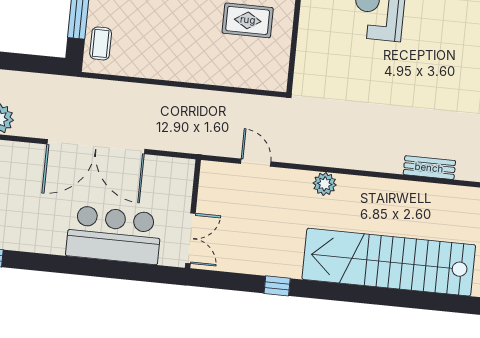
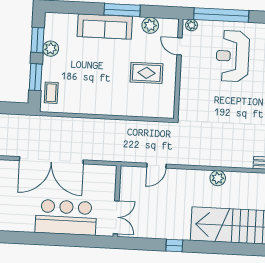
door: (256, 163) -> (156, 166), swing flipped
plant: (325, 184) -> (218, 178), moved

